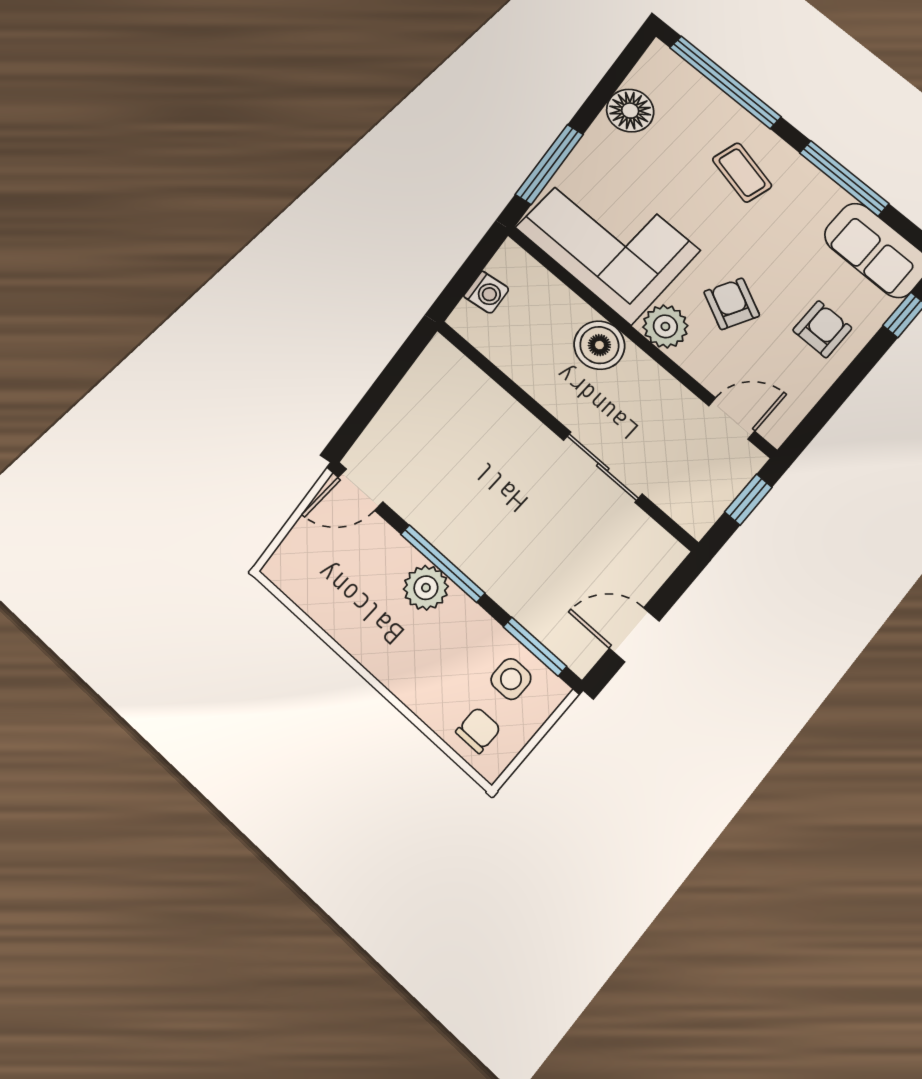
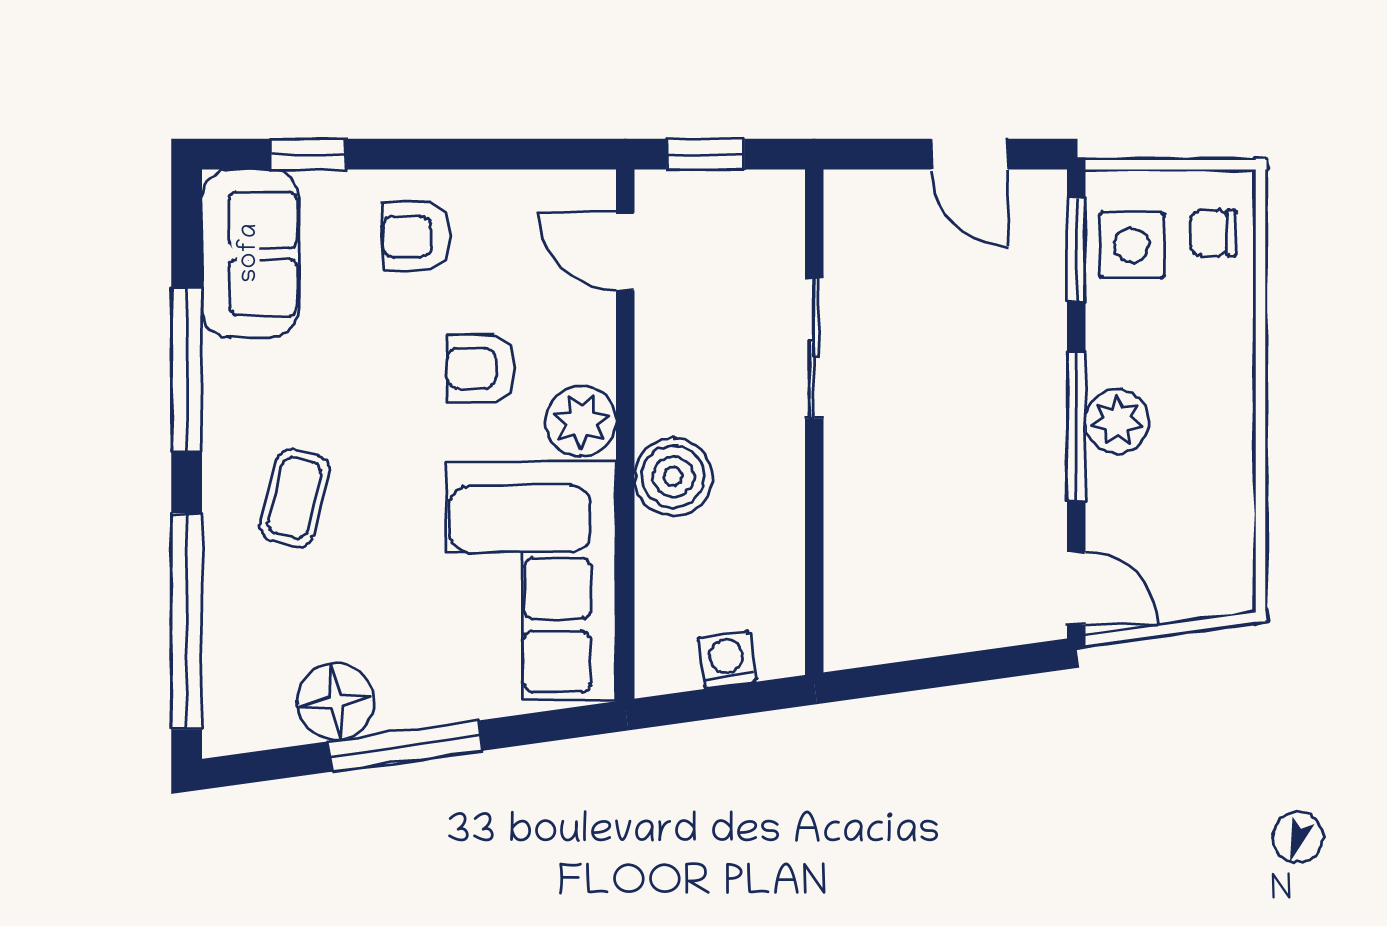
window: (550, 164) -> (405, 746), moved
armchair: (732, 304) -> (481, 368), turned 63
side table: (511, 679) -> (1132, 245), width x1.37, depth x1.37

